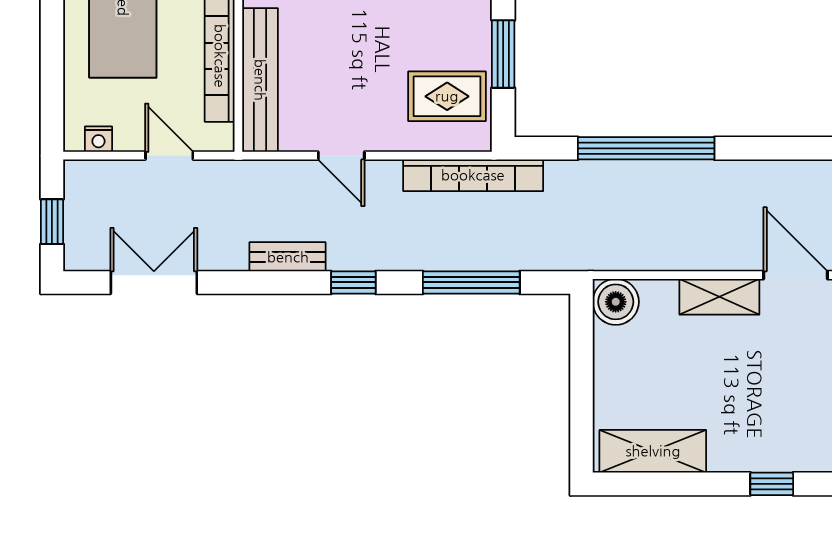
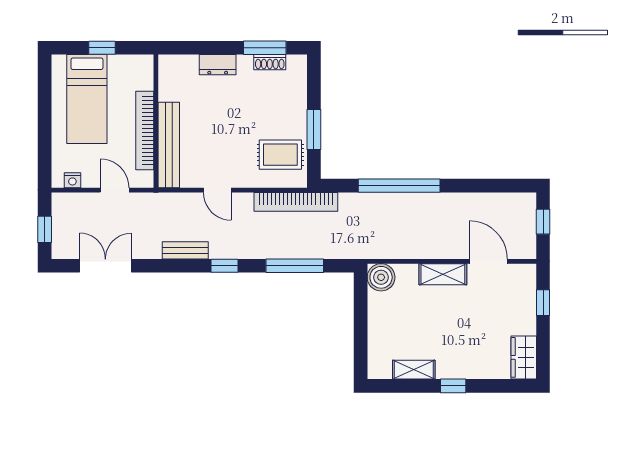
shelving: (653, 451) -> (414, 370), width x0.67, depth x0.75
window: (772, 484) -> (453, 386), moved

